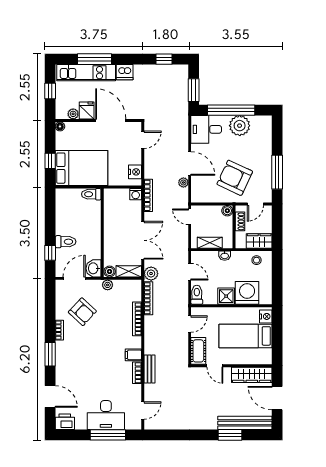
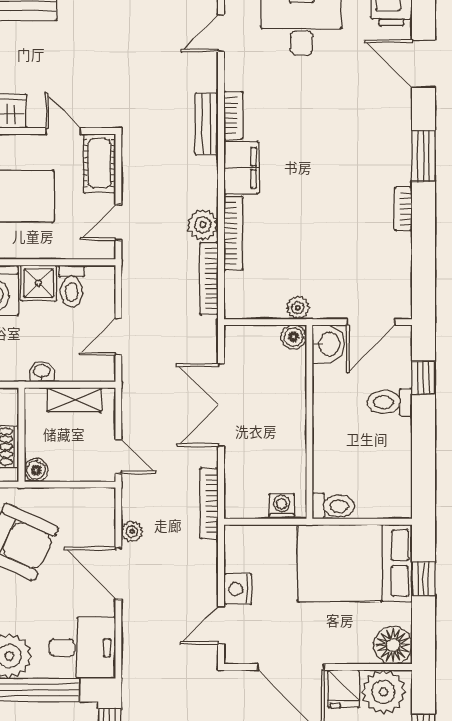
plant: (73, 114) -> (383, 692), width x1.88, depth x1.88
floor lamp: (60, 126) -> (393, 645), width x1.89, depth x1.89
nightstand: (135, 172) -> (238, 589), moved
washing machine: (136, 194) -> (282, 506), moved
shelving: (129, 271) -> (251, 337), removed
door: (190, 272) -> (118, 337), hinge flipped
plant: (151, 274) -> (203, 225), moved
toilet: (197, 295) -> (72, 286), moved
armchair: (82, 312) -> (353, 249), removed
filing cabinet: (133, 355) -> (241, 168), width x2.00

